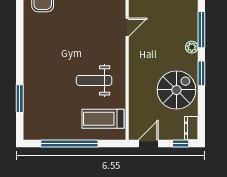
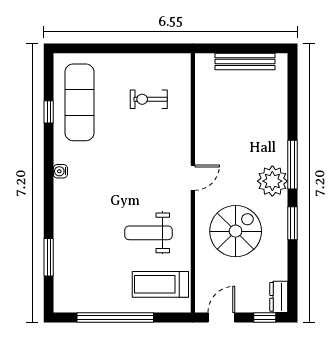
door: (127, 27) -> (193, 178), moved
water cooler: (28, 35) -> (60, 171), added
plant: (192, 47) -> (272, 181), width x1.88, depth x1.88
spiral stairs: (177, 90) -> (236, 231), moved

